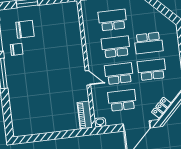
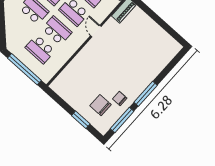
school desk: (116, 47) -> (57, 31), turned 180

